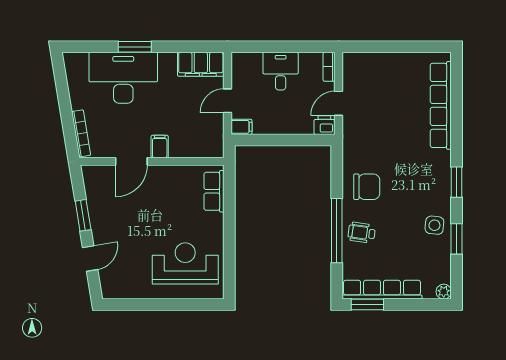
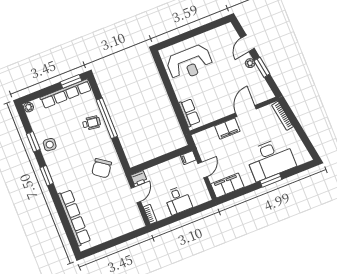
filing cabinet: (160, 146) -> (227, 129), width x2.00
chair: (367, 187) -> (102, 168), moved, turned -54
plant: (98, 228) -> (250, 63), added

